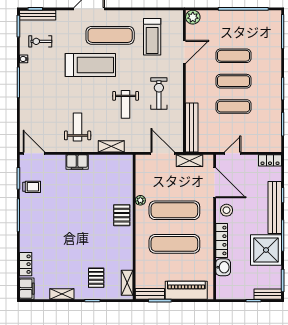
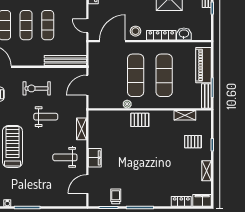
door: (34, 153) -> (87, 184), moved
shelving: (190, 161) -> (94, 62), removed
shelving: (127, 283) -> (185, 115), moved

